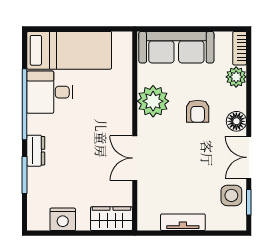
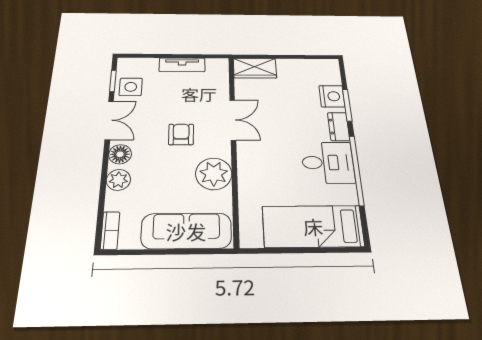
plant: (236, 77) -> (118, 180), moved
desk: (50, 92) -> (328, 163), moved
armchair: (198, 111) -> (181, 134), moved
nightstand: (63, 219) -> (332, 96), moved, turned 90

